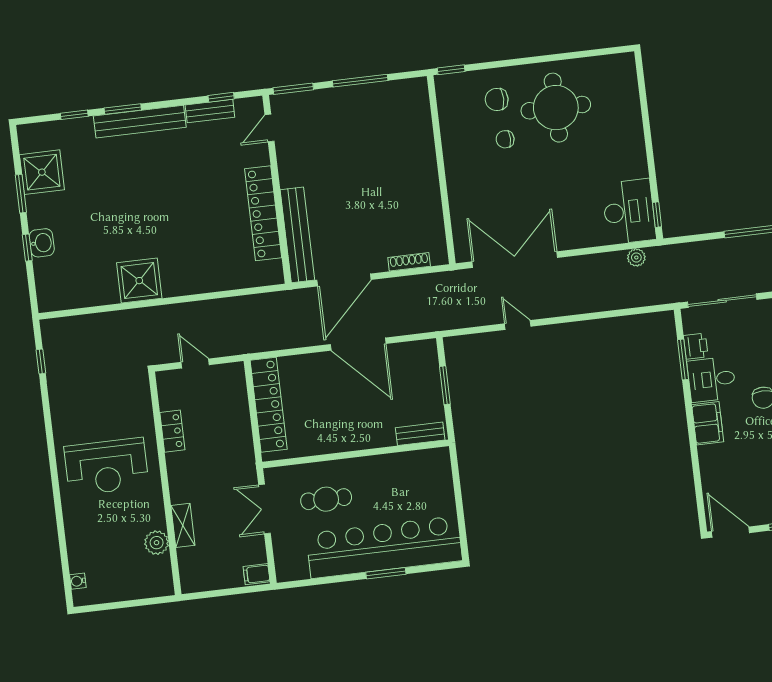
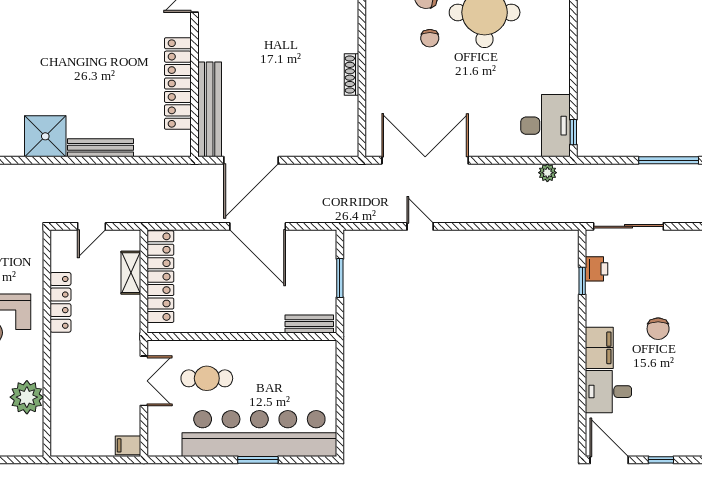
chair: (505, 139) -> (430, 38), turned -90
shoe rack: (409, 262) -> (351, 74), moved, turned -90
bench: (195, 285) -> (100, 148), added
window: (683, 360) -> (582, 281), width x0.67
door: (195, 363) -> (92, 226), swing flipped
desk: (712, 379) -> (608, 392), moved
locker: (172, 431) -> (60, 302), width x1.53
double door: (265, 509) -> (144, 381), swing flipped
shelving: (183, 525) -> (131, 273), moved
plant: (157, 543) -> (27, 397), width x1.36, depth x1.36

